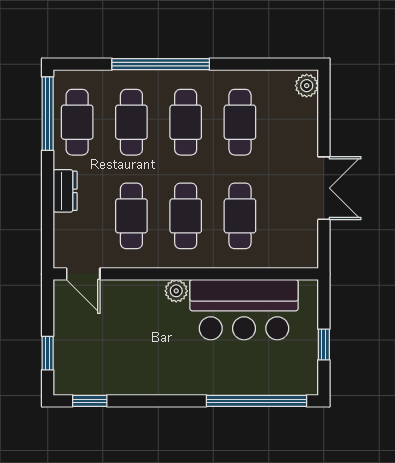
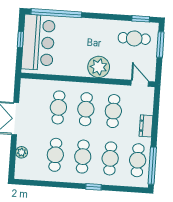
window: (161, 64) -> (93, 187), width x0.32
plant: (307, 86) -> (22, 152), moved
plant: (176, 291) -> (99, 67), width x1.88, depth x1.88
bar counter: (244, 310) -> (38, 42), moved, turned 90
window: (48, 353) -> (160, 44), width x1.50
cafe table: (100, 362) -> (134, 38), added

